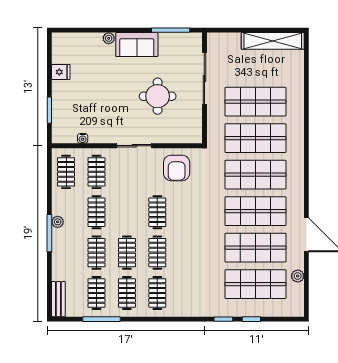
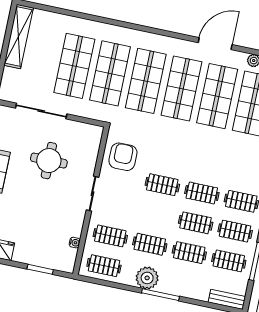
armchair: (177, 168) -> (123, 157), turned -90
plant: (58, 222) -> (147, 278), width x1.88, depth x1.88

